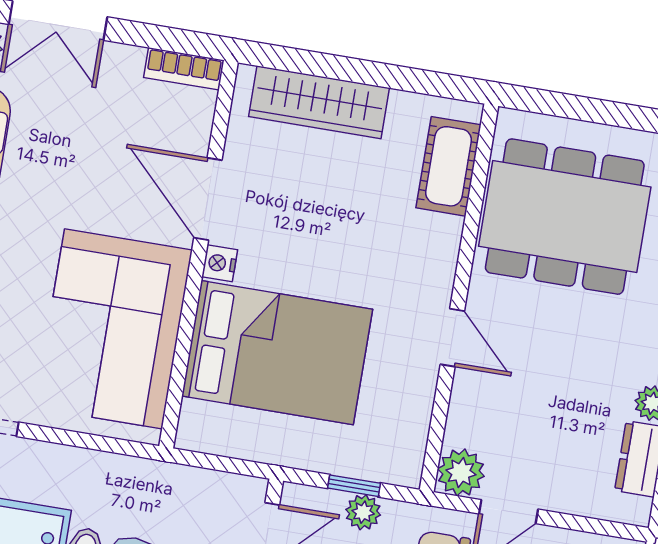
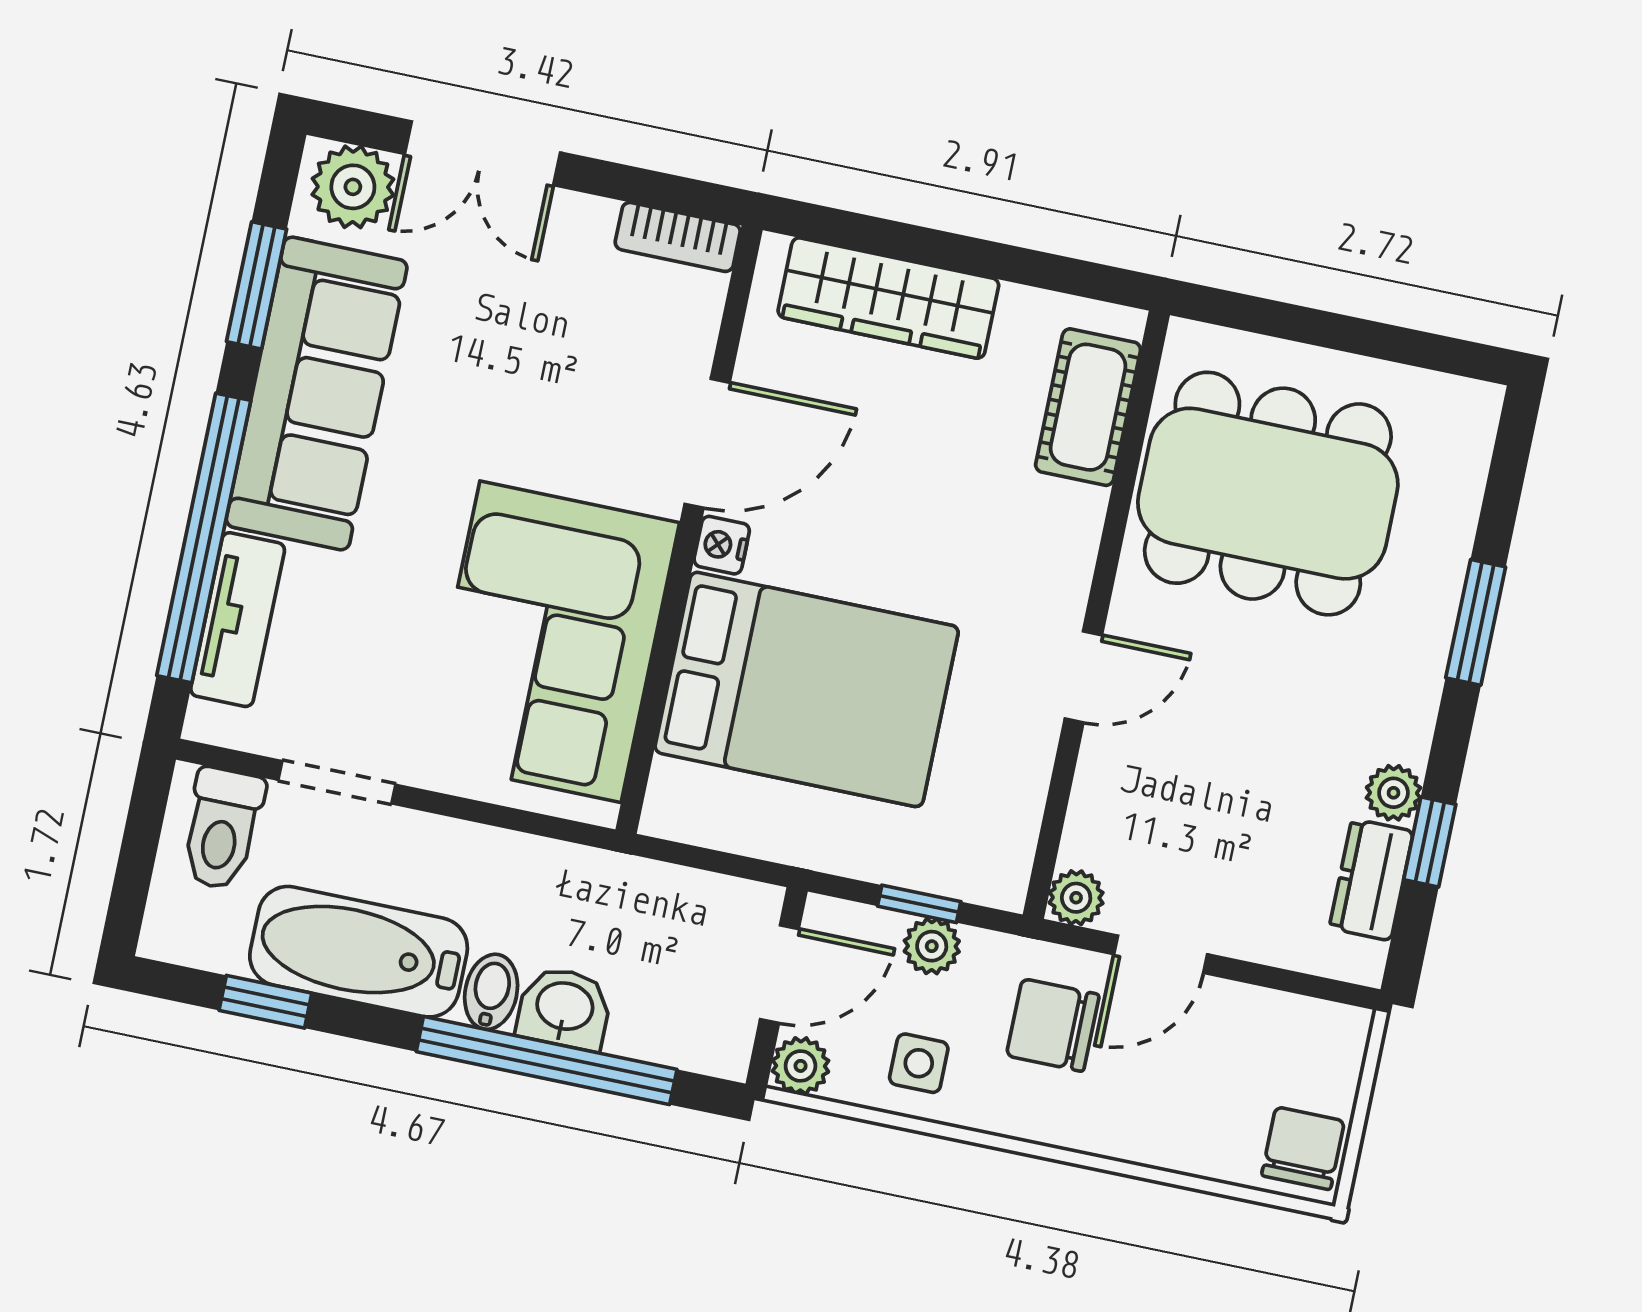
door: (208, 199) -> (707, 443), swing flipped
door: (452, 338) -> (1083, 677), hinge flipped
plant: (461, 472) -> (1076, 898), width x0.73, depth x0.73

